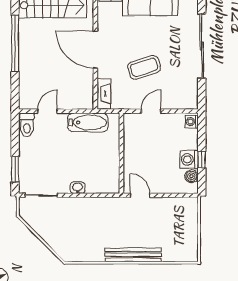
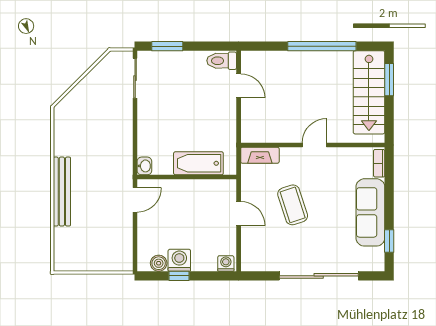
door: (95, 50) -> (314, 145), width x0.53
bathtub: (88, 122) -> (198, 163), moved, turned 90
washbasin: (78, 188) -> (144, 166), moved

